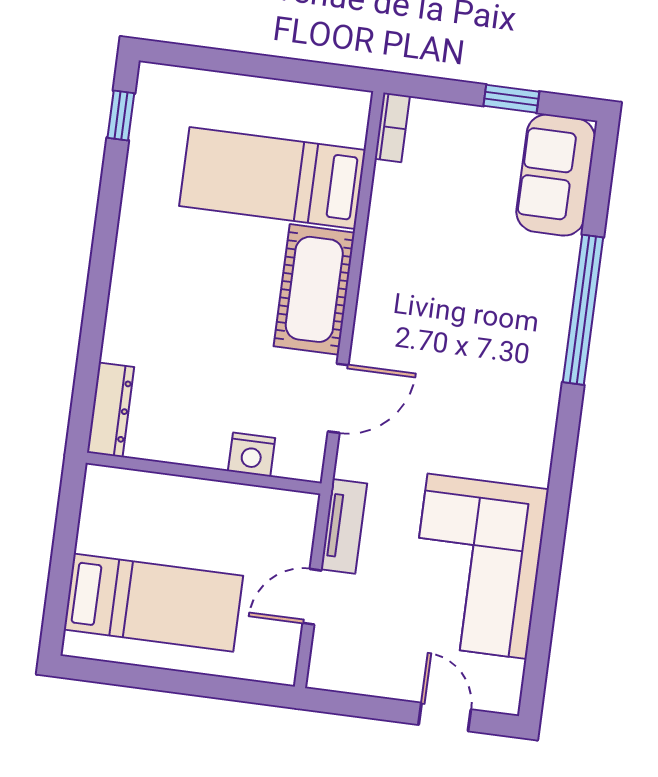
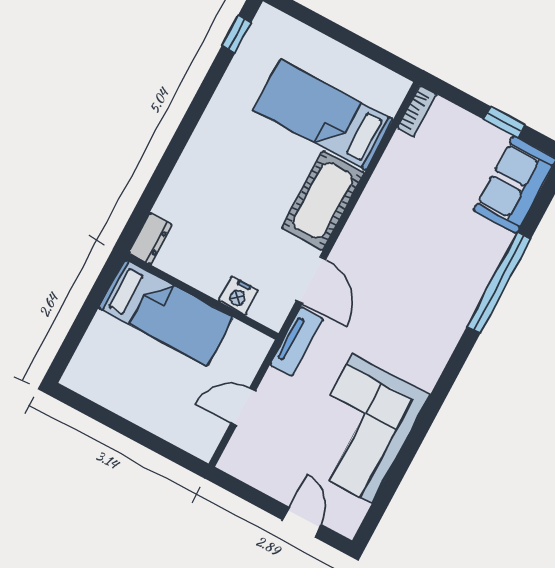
door: (338, 398) -> (311, 280), hinge flipped
dresser: (111, 410) -> (150, 239), width x0.70
tv unit: (344, 526) -> (297, 341), moved
bed: (153, 603) -> (166, 313), moved

